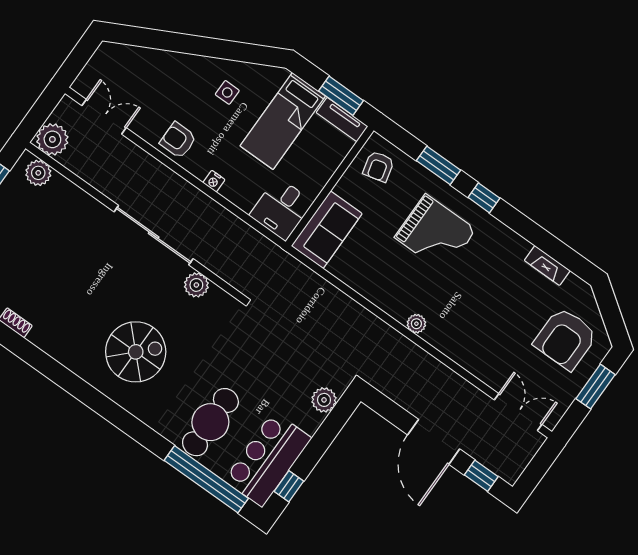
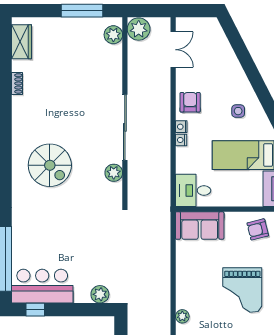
nightstand: (199, 170) -> (181, 127), added
cafe table: (210, 422) -> (40, 238), removed

